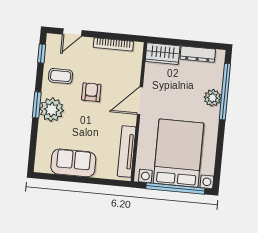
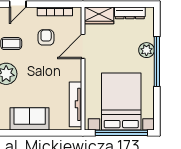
armchair: (91, 92) -> (46, 37), moved
window: (225, 92) -> (157, 62), moved
door: (140, 101) -> (83, 46), moved

